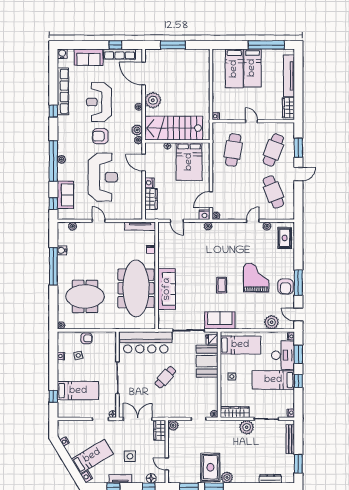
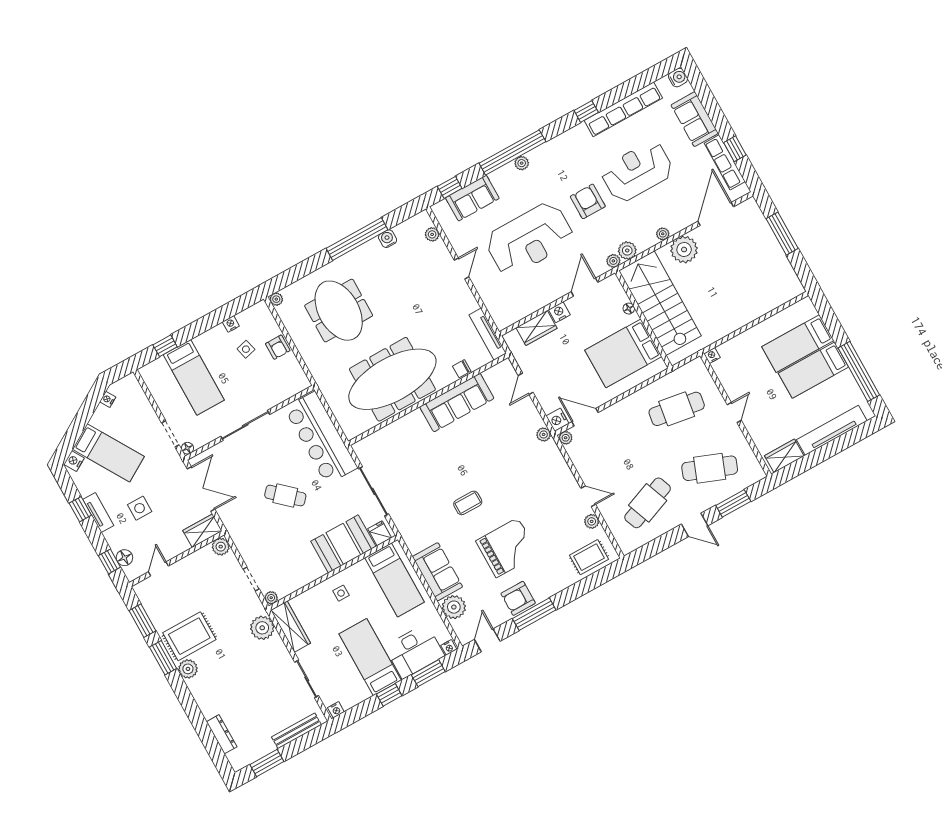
sofa: (167, 289) -> (457, 403), moved
sofa: (220, 320) -> (437, 572), moved
plant: (247, 427) -> (262, 628), moved

